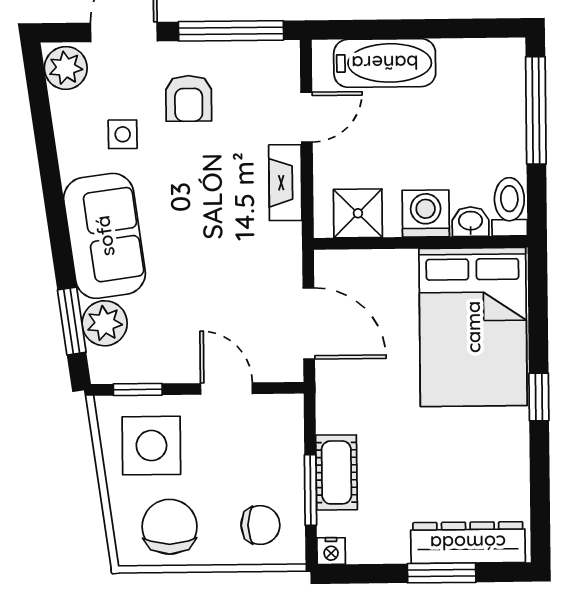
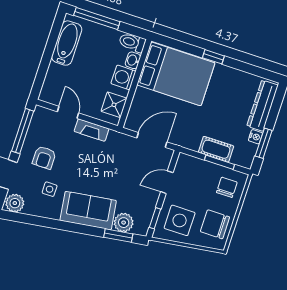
bathtub: (385, 63) -> (67, 43), moved
armchair: (189, 98) -> (44, 158), turned 90
nightstand: (331, 551) -> (255, 137), moved
window: (442, 573) -> (264, 143), moved

